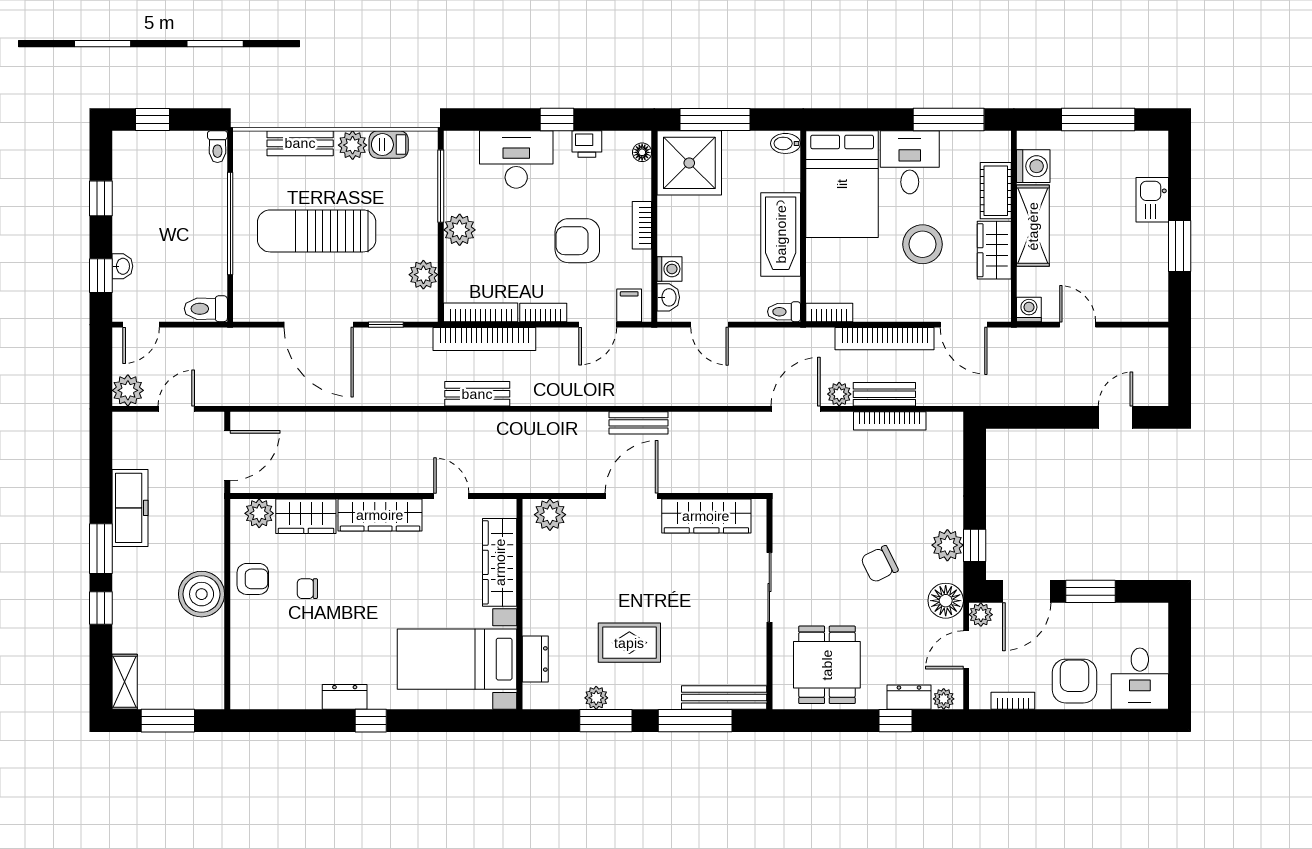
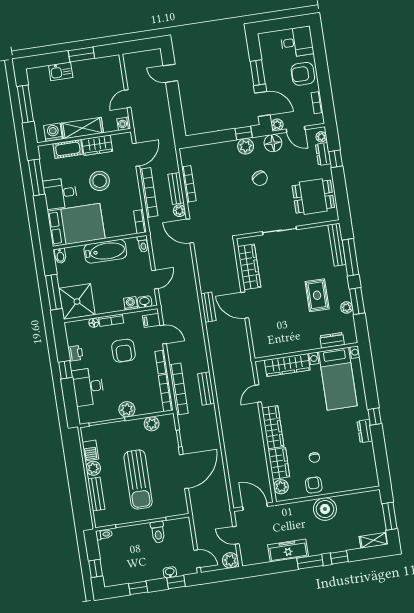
floor lamp: (642, 152) -> (94, 323), moved
toilet: (206, 309) -> (158, 532), moved
plant: (550, 515) -> (260, 344), removed

